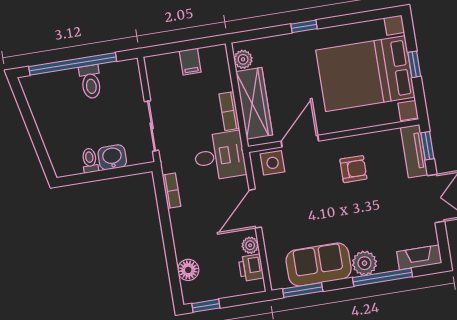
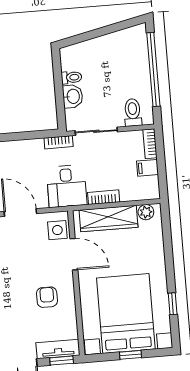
window: (304, 26) -> (173, 304), moved
bookcase: (161, 61) -> (150, 144), added
toilet: (91, 82) -> (133, 112), moved, turned 90
armchair: (353, 169) -> (47, 297), turned 180
bookcase: (172, 191) -> (59, 142), moved

